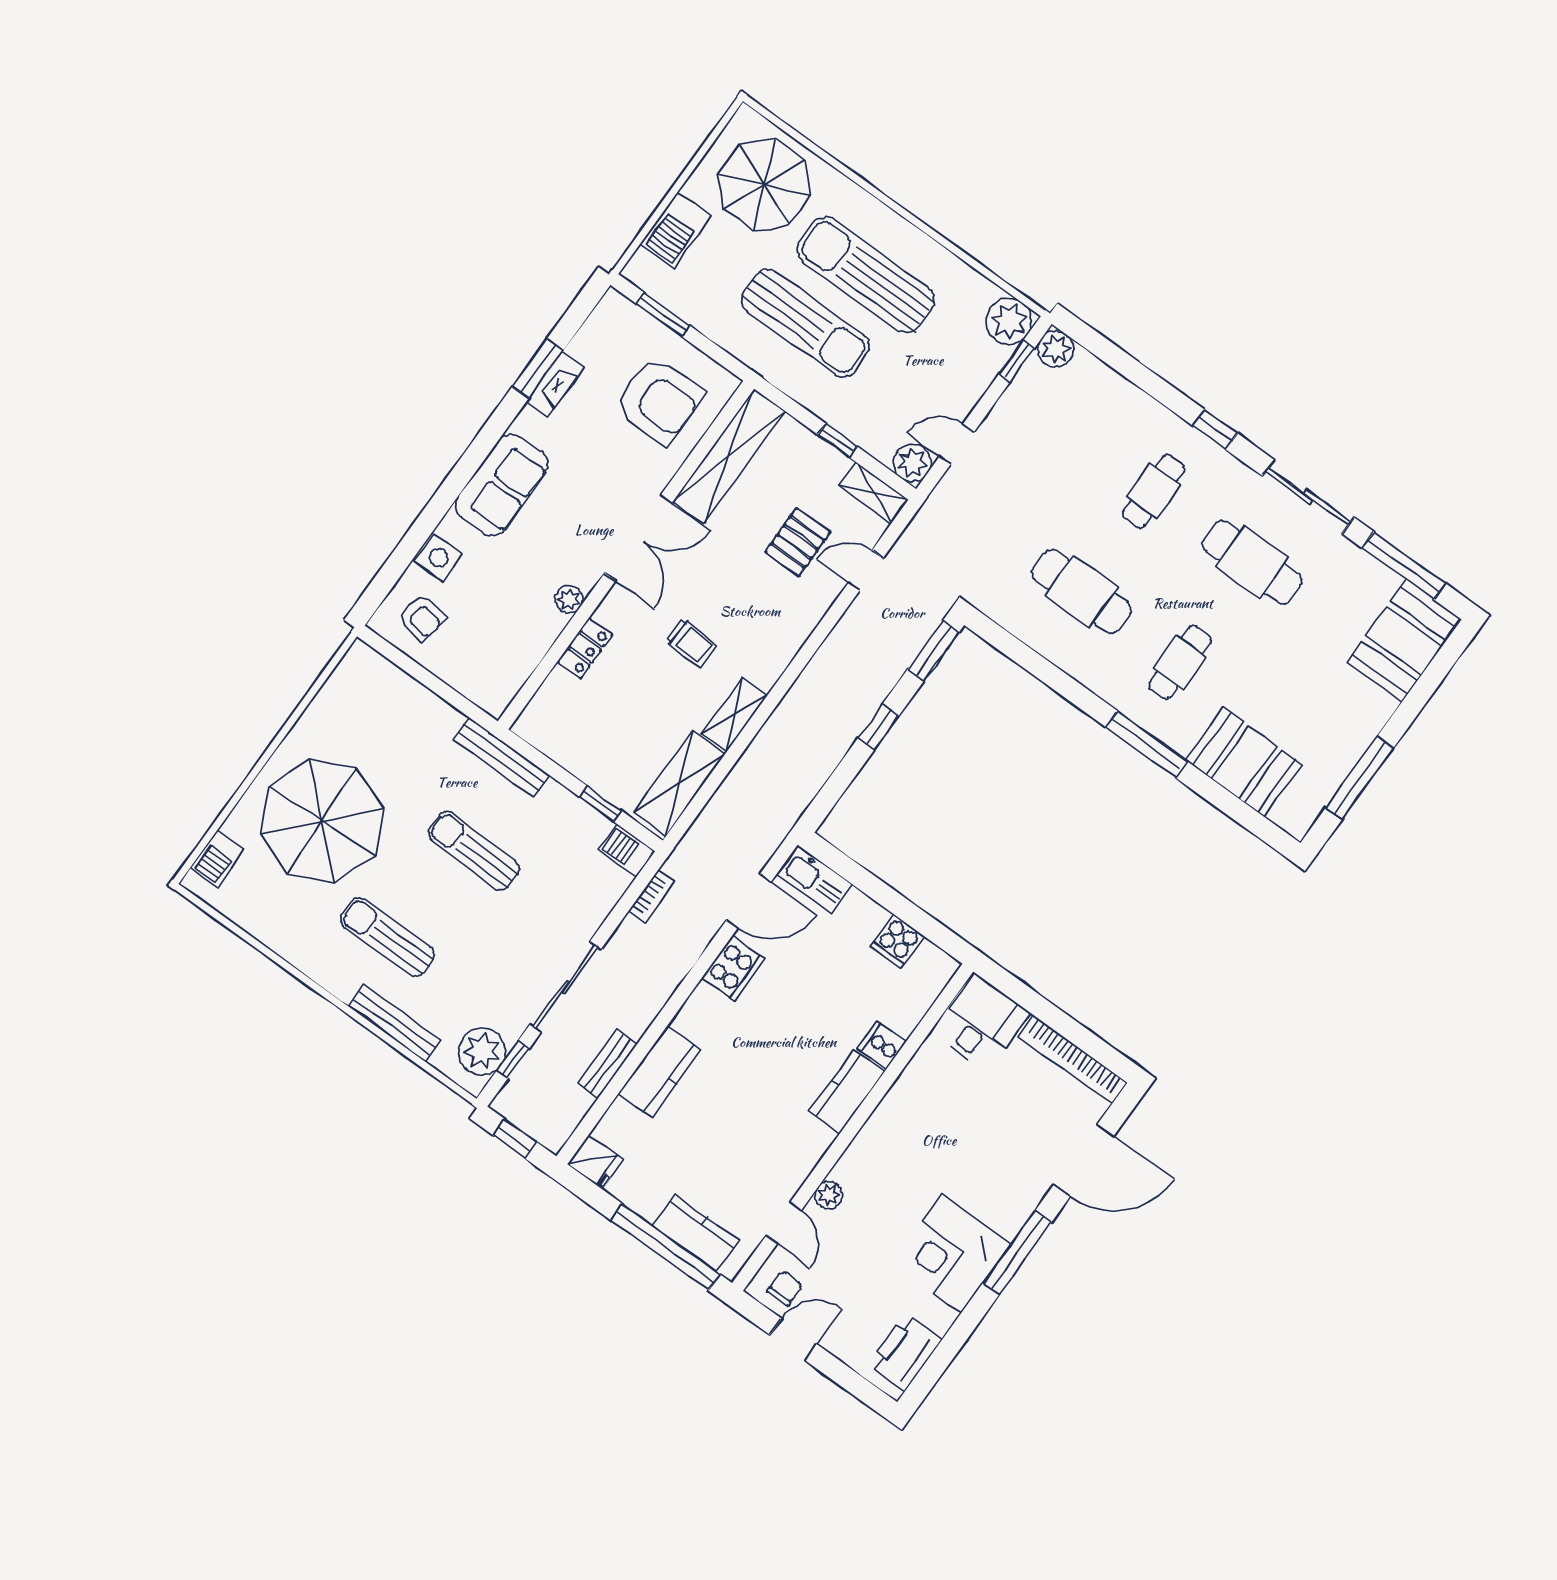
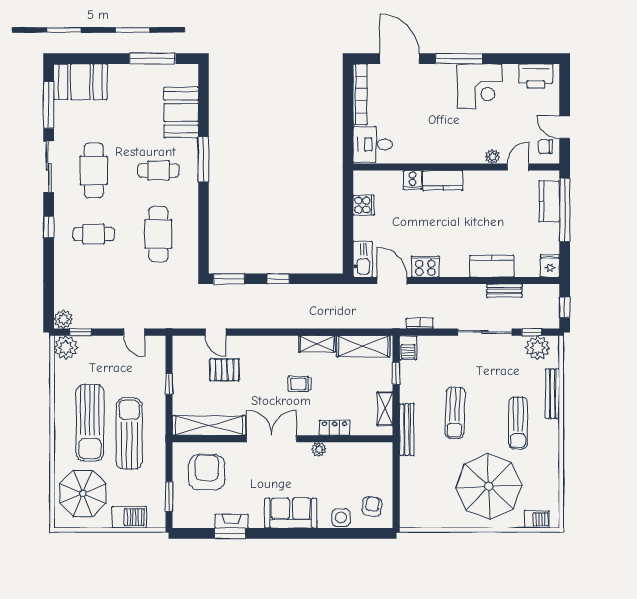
plant: (912, 463) -> (156, 345), removed
shelving: (874, 493) -> (385, 409), moved
trolley: (691, 643) -> (300, 384), turned -93

